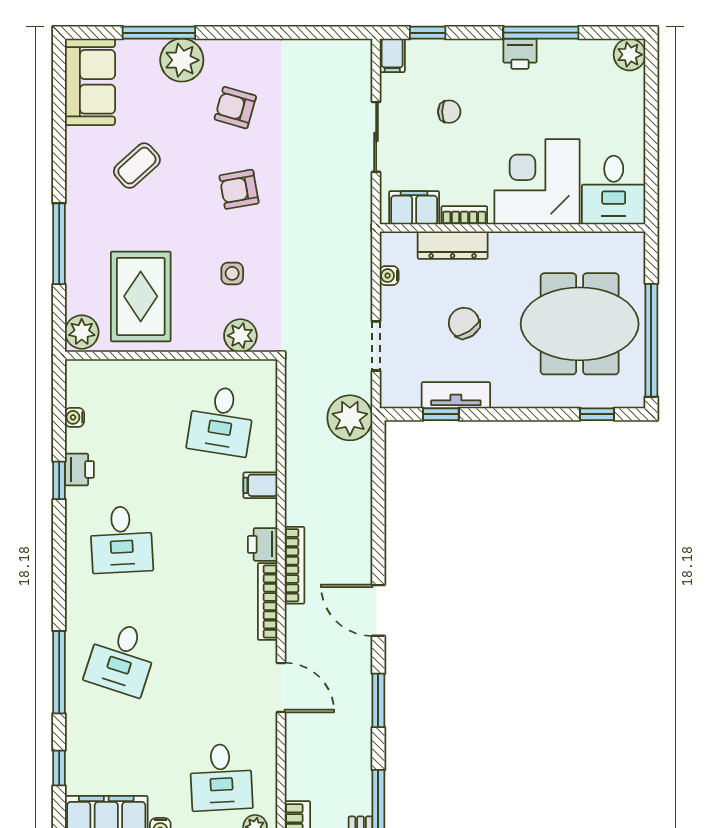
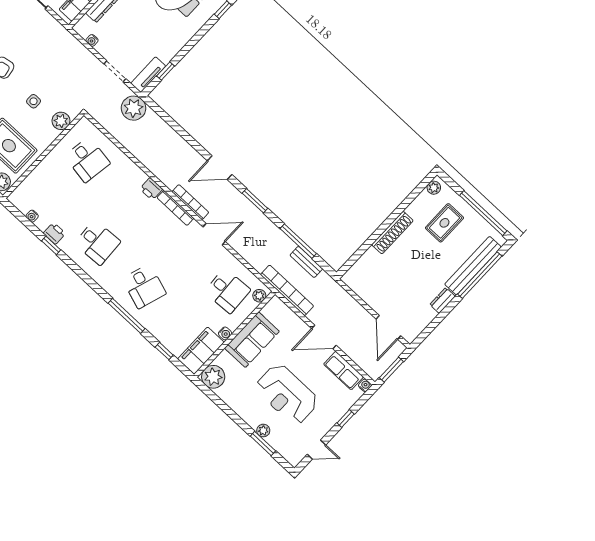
chair: (464, 323) -> (138, 28), removed
tv unit: (456, 395) -> (148, 75), moved
filing cabinet: (260, 485) -> (127, 168), removed
bookcase: (294, 565) -> (190, 202), moved

